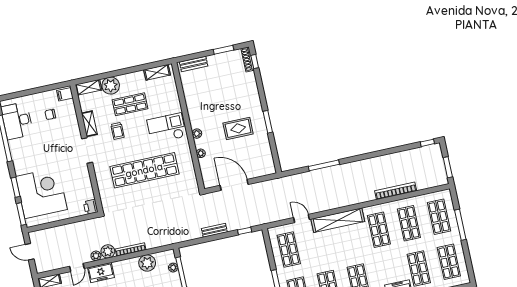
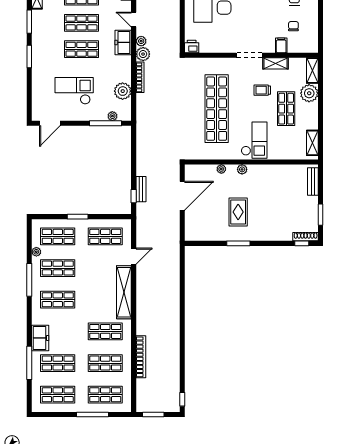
filing cabinet: (65, 94) -> (281, 45), moved
window: (324, 165) -> (182, 290), removed
bench: (214, 230) -> (141, 189), moved

